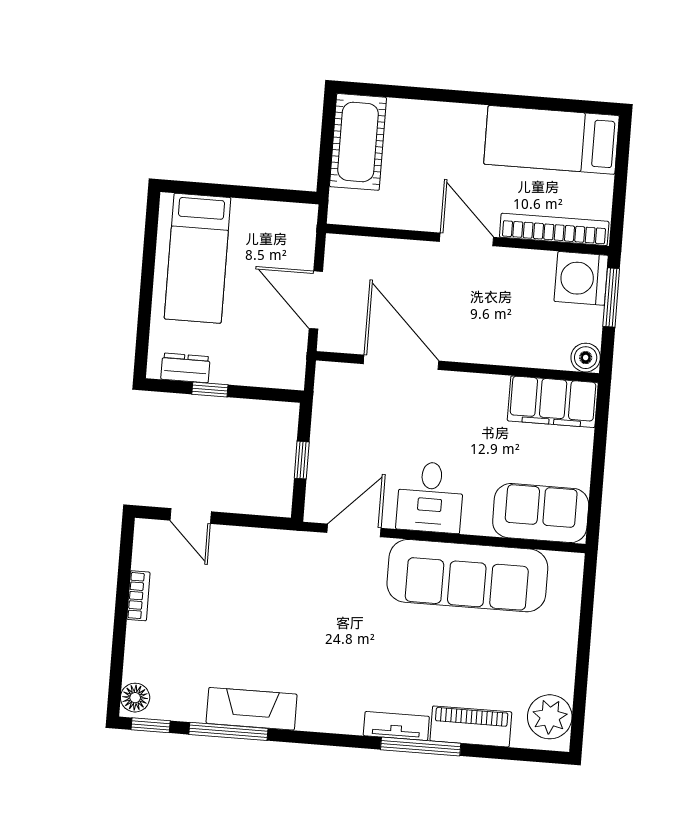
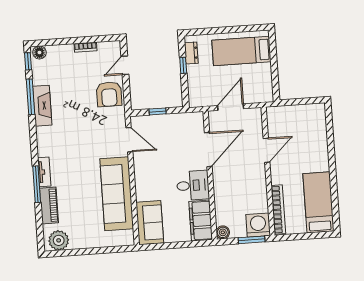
cot: (358, 142) -> (304, 115), removed
door: (467, 239) -> (266, 150), moved
desk: (430, 497) -> (193, 185), moved, turned 180
armchair: (248, 560) -> (109, 94), added

